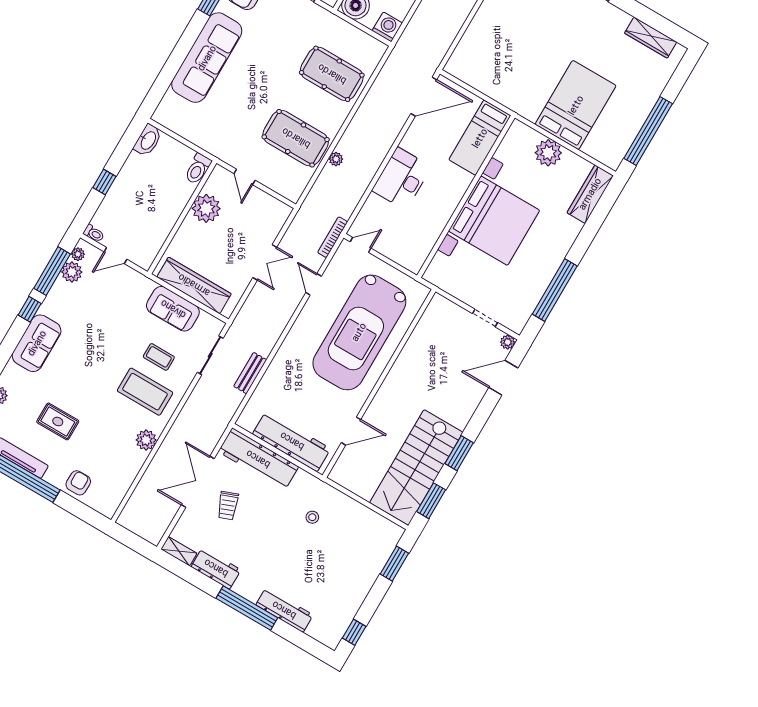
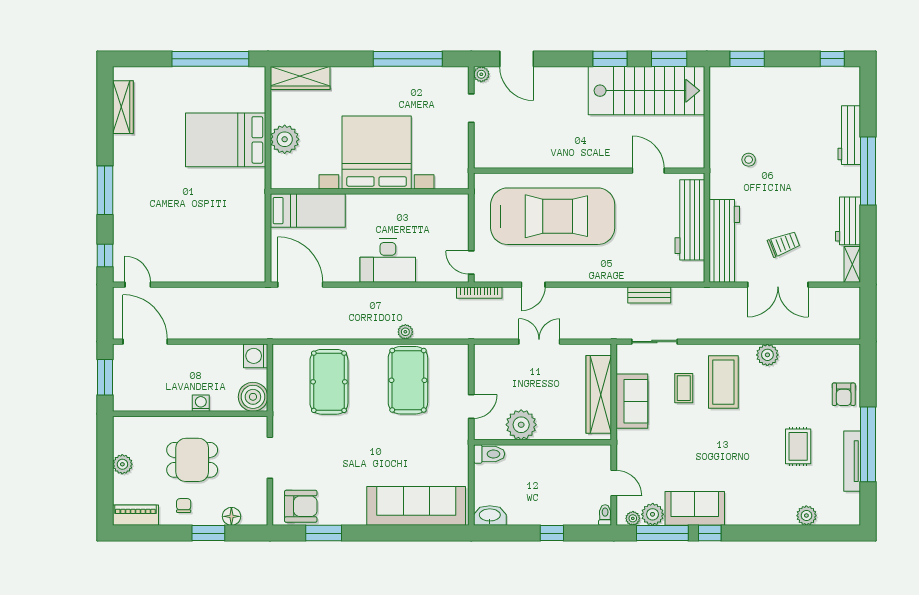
sofa: (207, 58) -> (416, 506), moved
sofa: (37, 343) -> (695, 508), moved
armchair: (78, 483) -> (844, 394), turned -90

